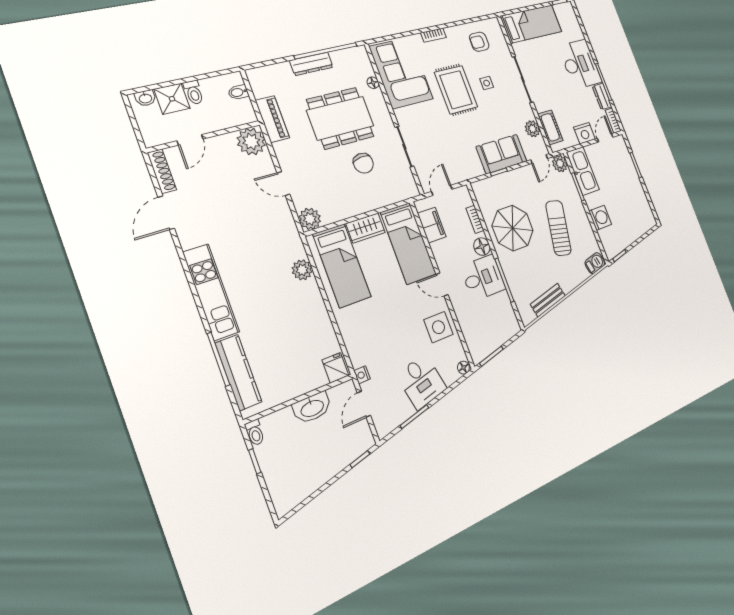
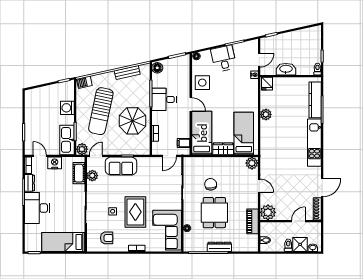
dining table: (340, 118) -> (214, 213), width x0.73
door: (605, 138) -> (40, 156), swing flipped
filing cabinet: (432, 225) -> (184, 143), width x0.50
sun lounger: (558, 228) -> (101, 111), width x1.36, depth x1.34
floor lamp: (482, 247) -> (157, 68), moved
plant: (302, 270) -> (266, 114), moved

